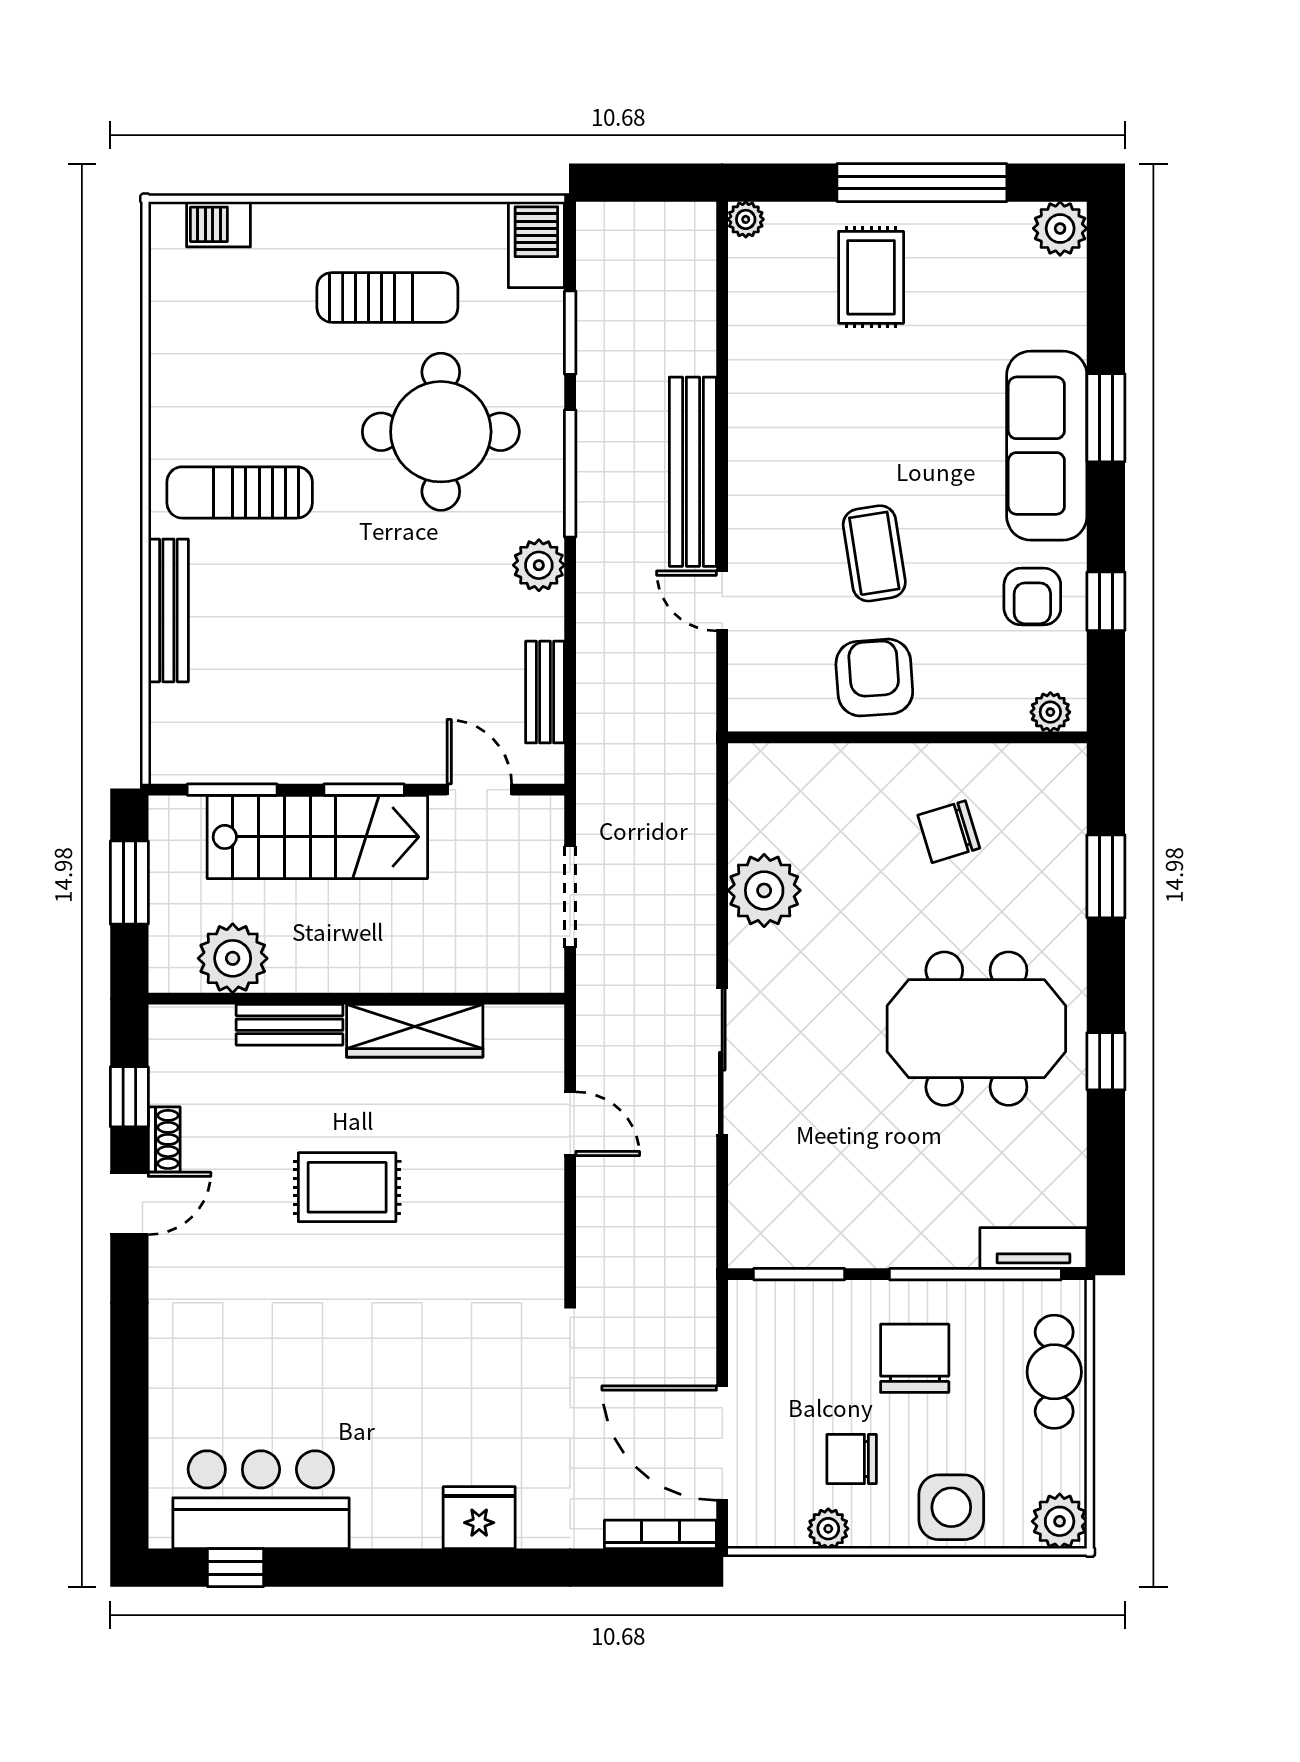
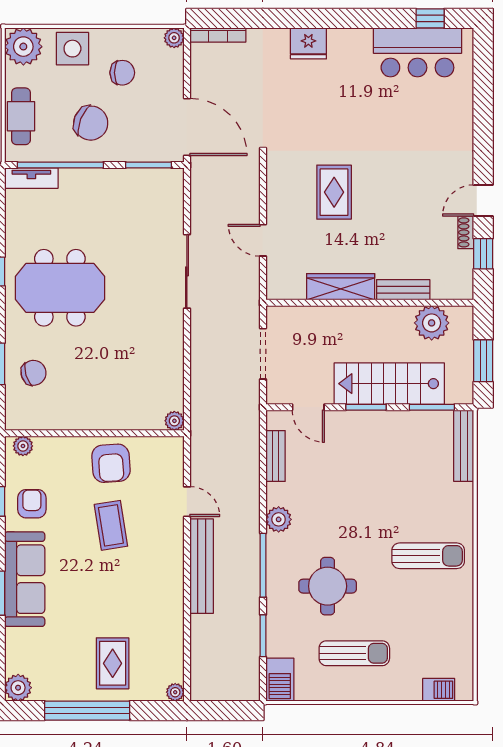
sun lounger: (387, 297) -> (354, 653), turned 180
round table: (441, 432) -> (328, 586), width x0.73, depth x0.73
bench: (168, 610) -> (464, 446), moved
chair: (949, 832) -> (34, 373), moved
plant: (764, 890) -> (174, 421), moved, width x0.53, depth x0.53
rug: (347, 1187) -> (334, 192), moved, turned 90
chair: (915, 1358) -> (91, 123), turned -68
door: (722, 1443) -> (187, 127), moved
plant: (1060, 1521) -> (23, 47), width x1.36, depth x1.36
plant: (828, 1529) -> (174, 38), moved

